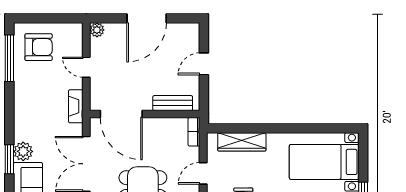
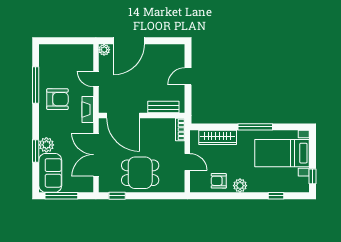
door: (147, 18) -> (129, 41), moved
armchair: (39, 47) -> (57, 99), moved
window: (9, 58) -> (36, 85), moved
window: (290, 128) -> (255, 127), added
door: (203, 173) -> (187, 162), swing flipped

